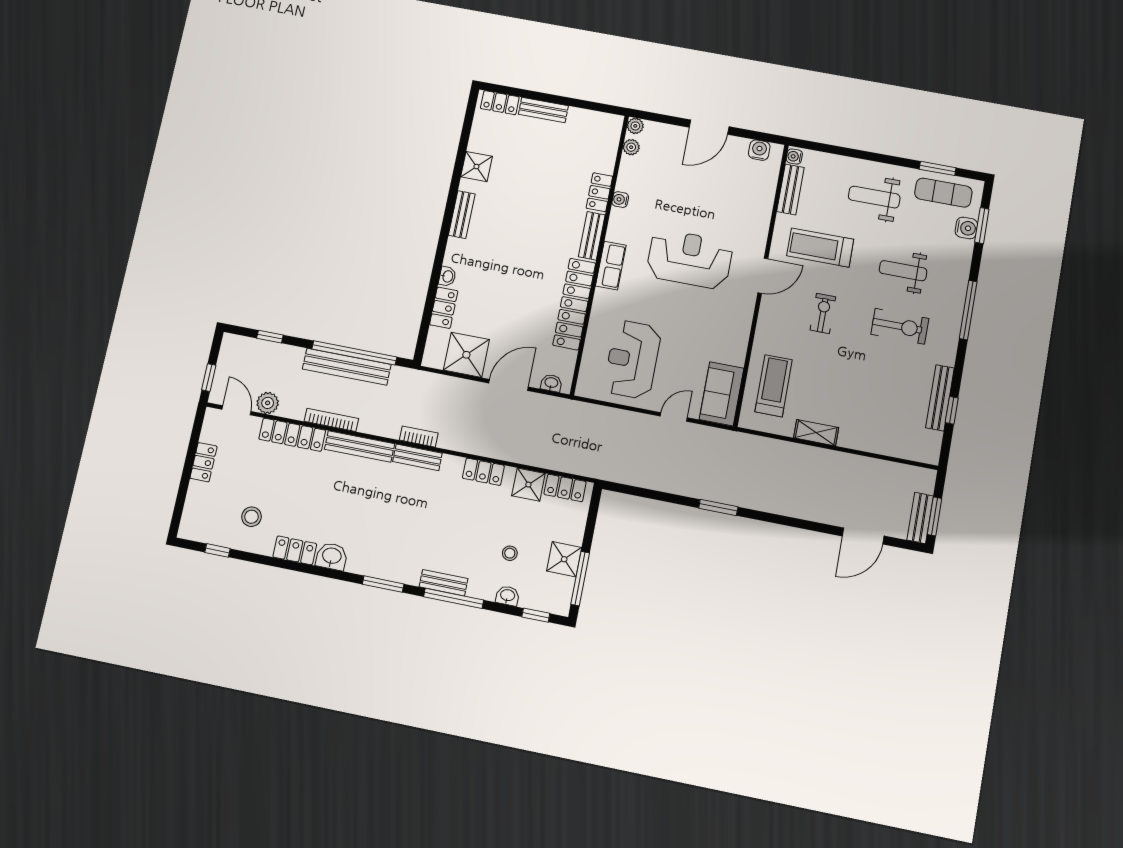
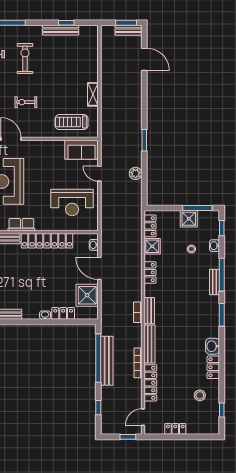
plant: (268, 403) -> (136, 173), moved

